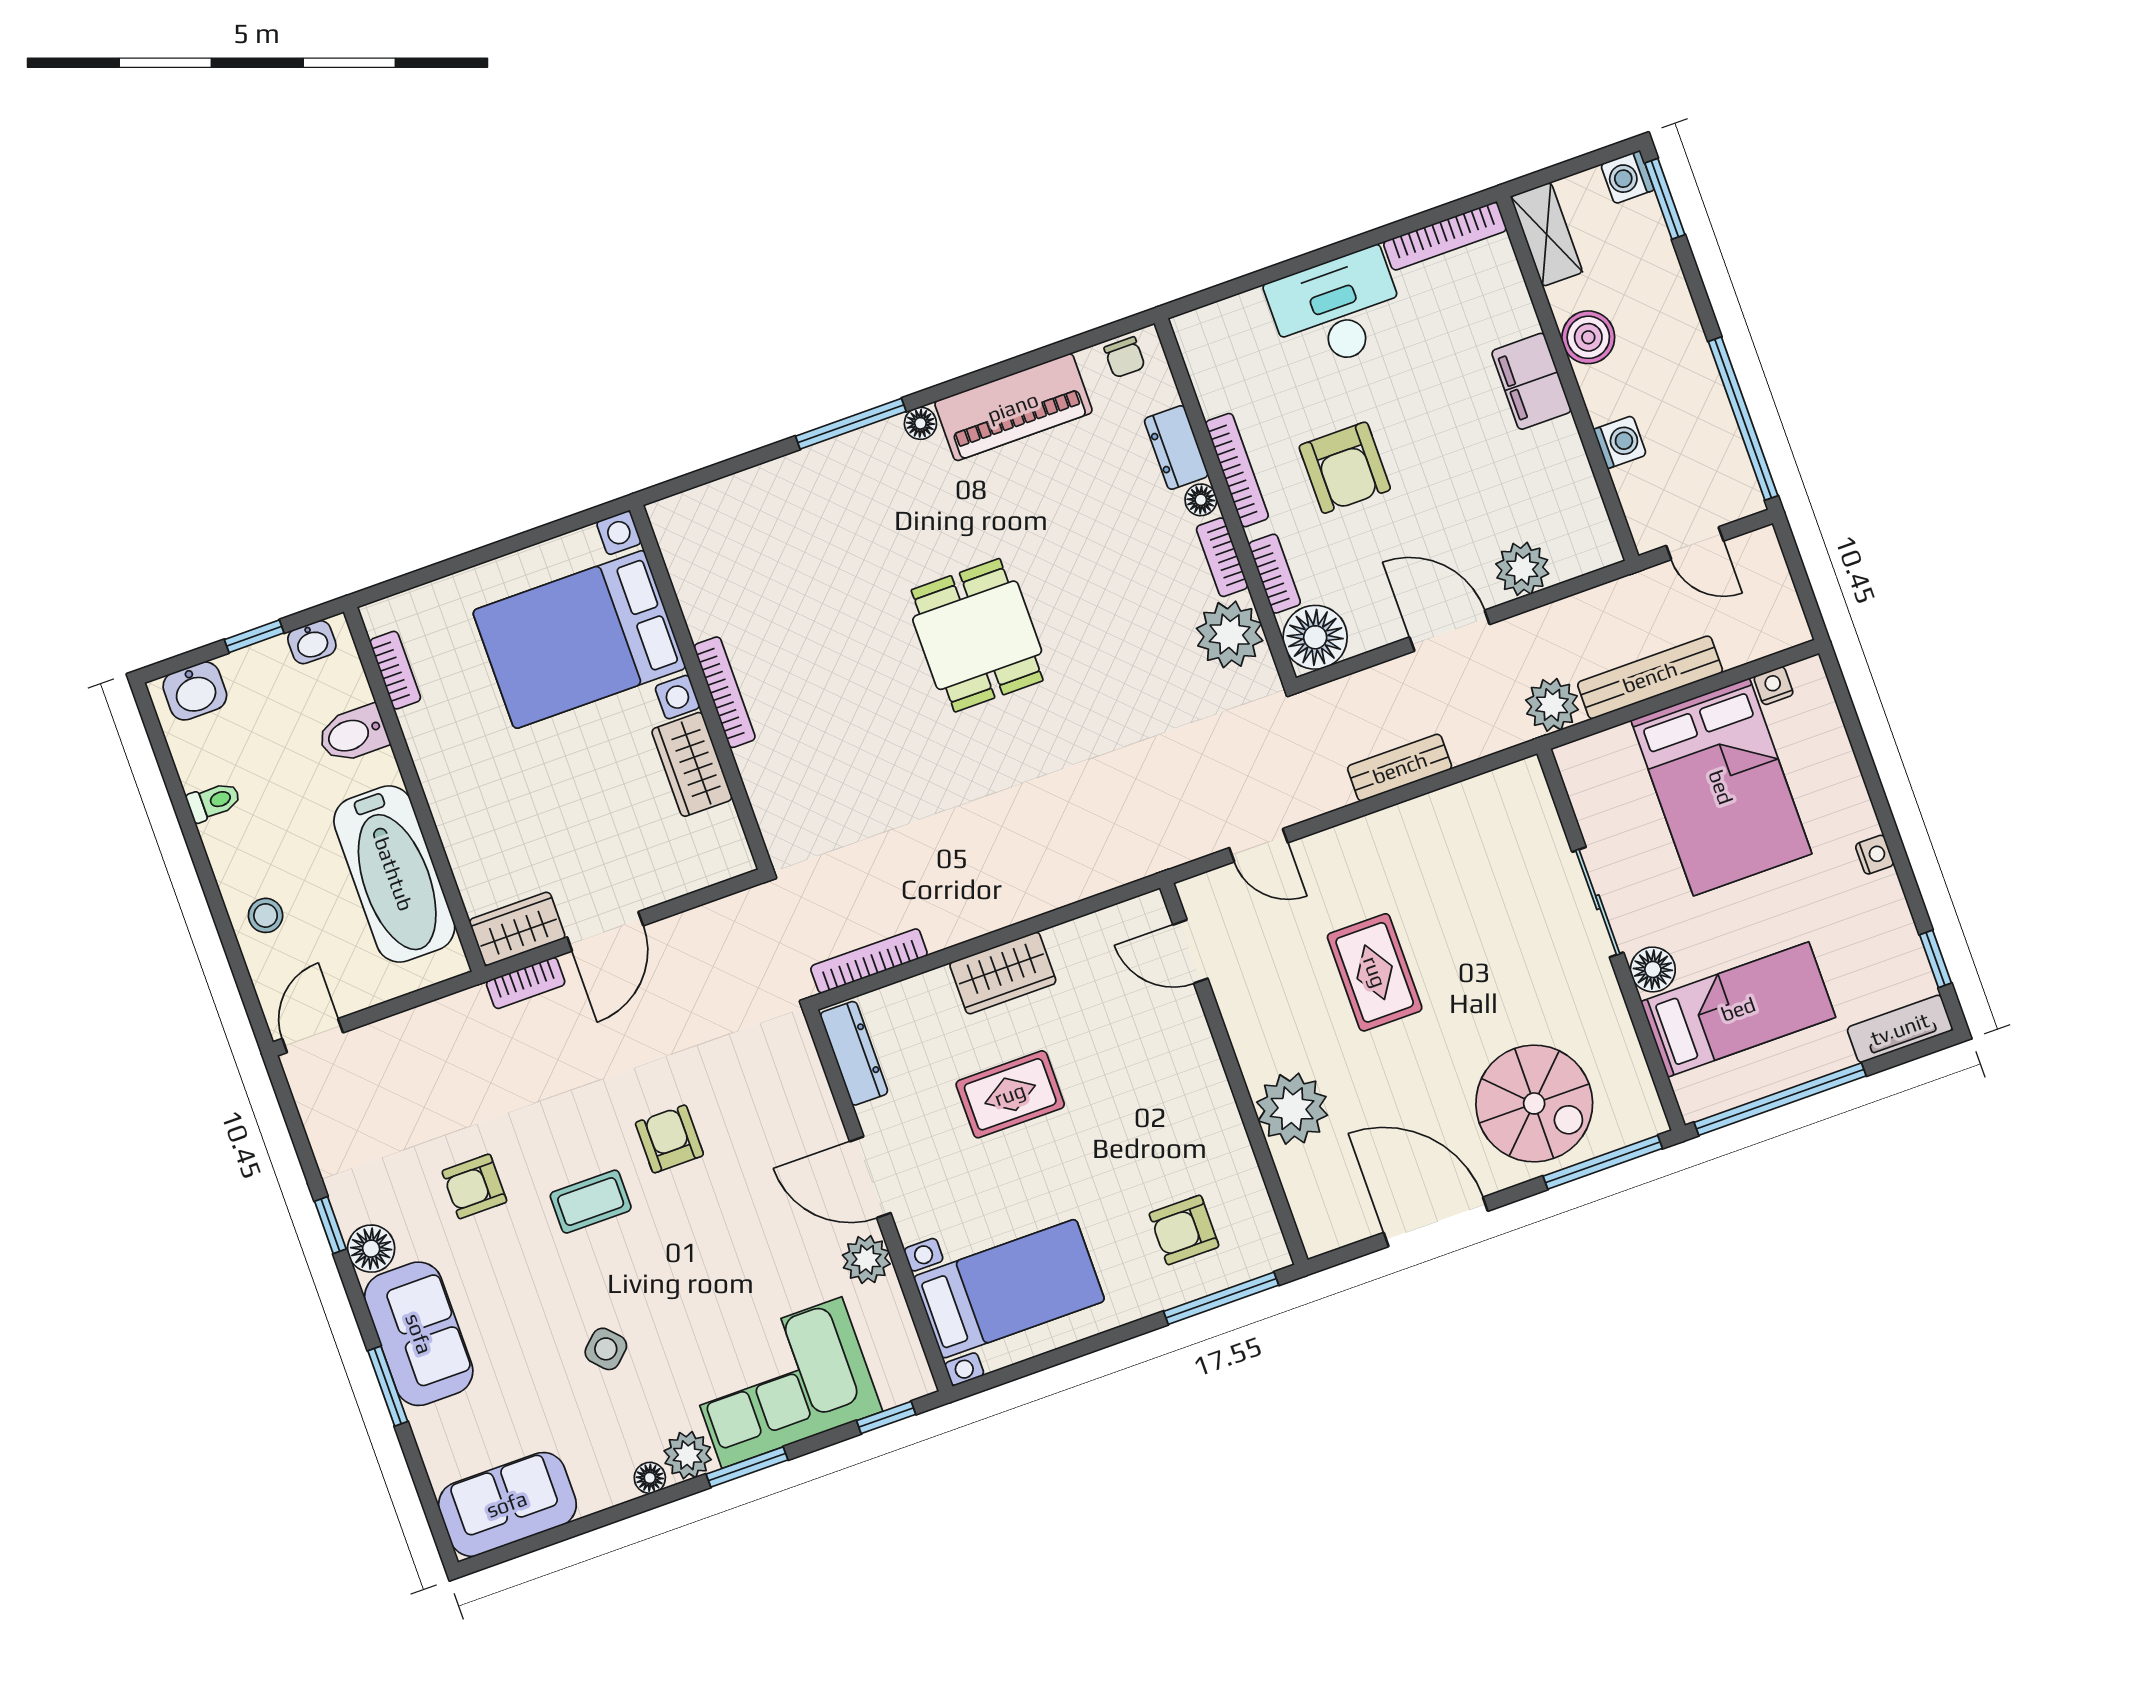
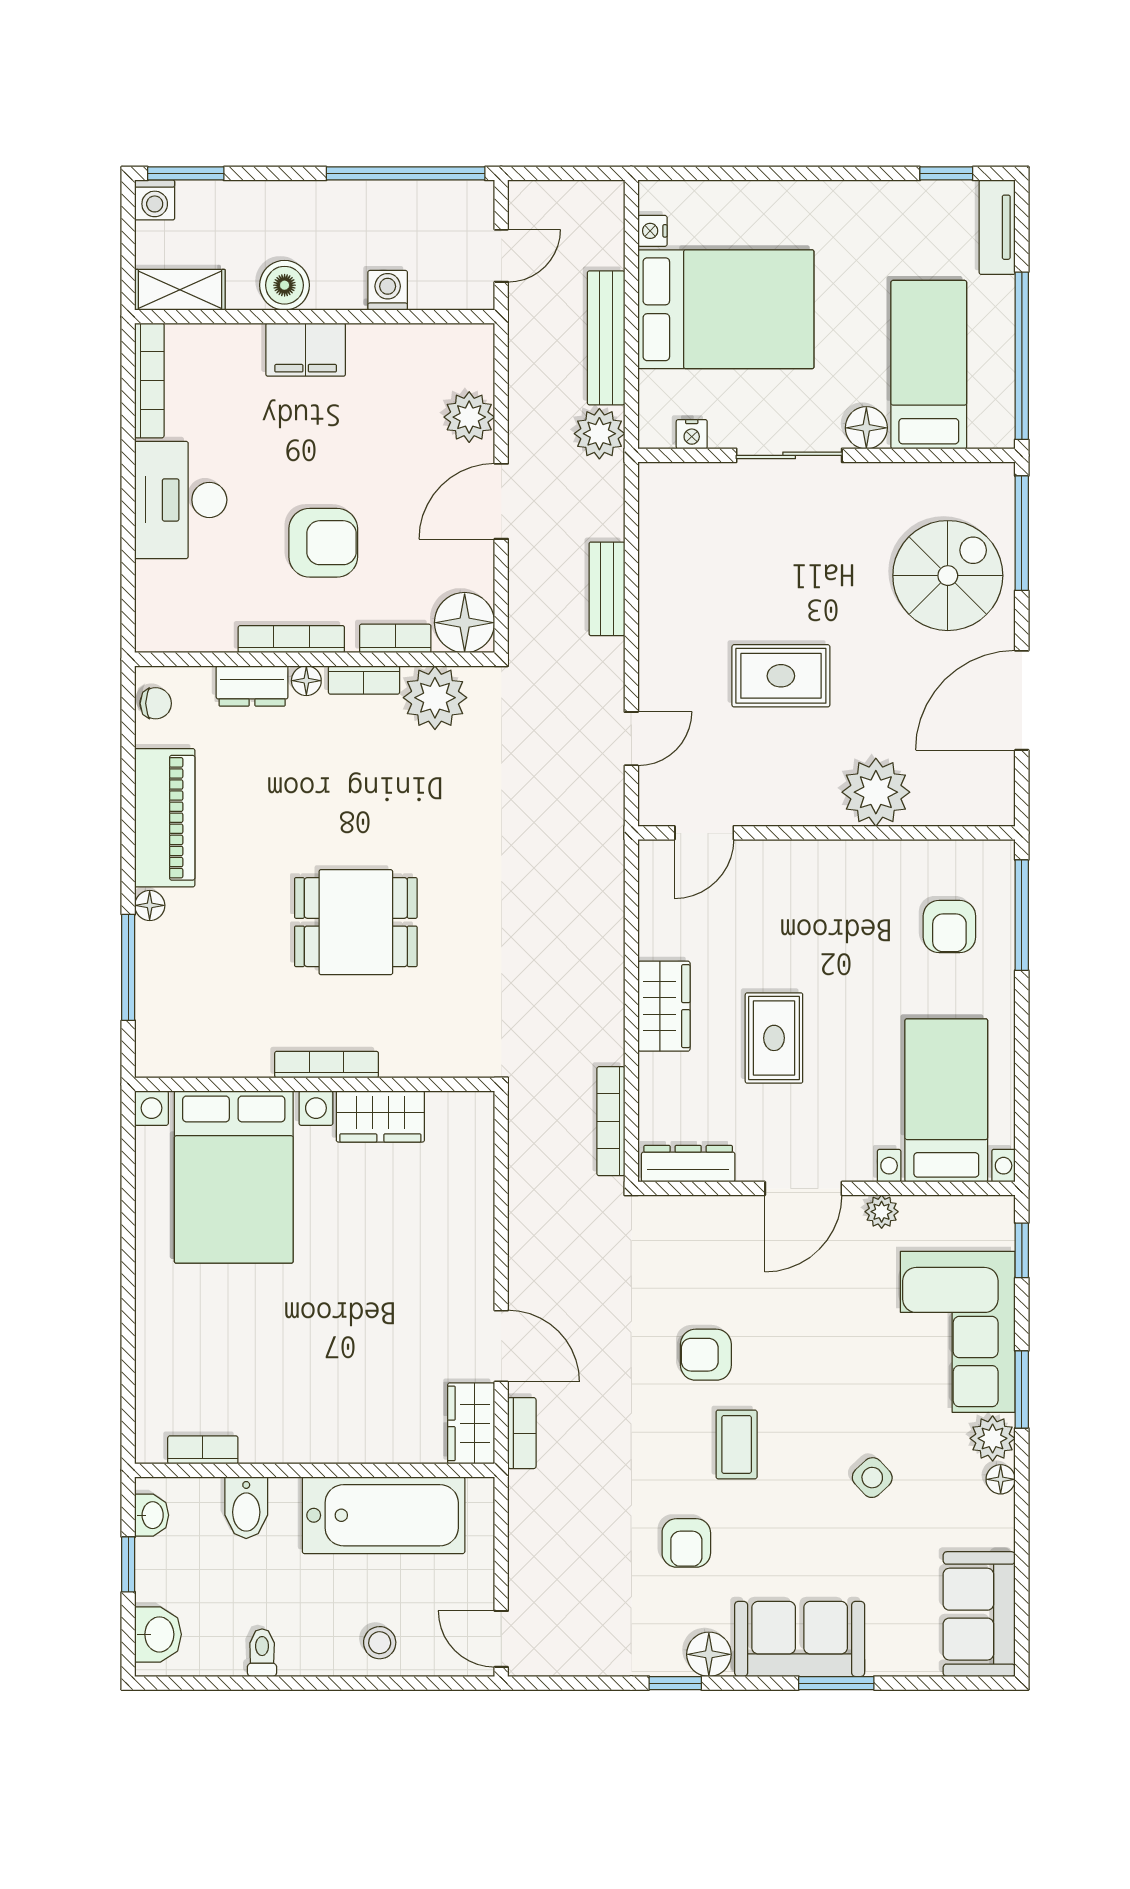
bed with nightstands: (579, 639) -> (234, 1177), moved
wall: (701, 687) -> (315, 1084), moved
bookcase: (725, 692) -> (327, 1065), moved
wardrobe: (692, 764) -> (380, 1116), moved
nightstand: (1875, 855) -> (692, 434), moved, turned 180
plant: (866, 1260) -> (882, 1212), width x0.73, depth x0.73

